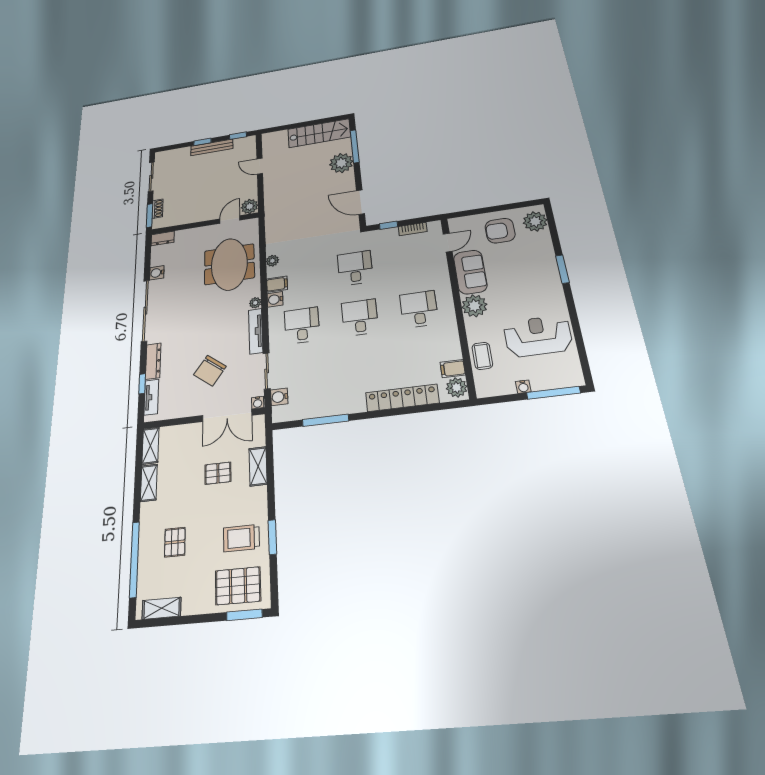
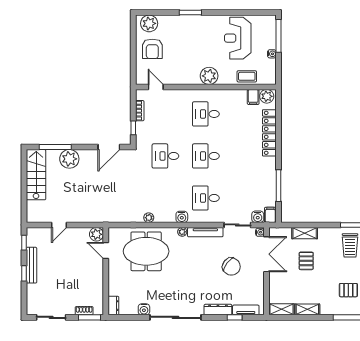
sofa: (470, 272) -> (182, 75), removed
filing cabinet: (277, 284) -> (270, 215), moved

